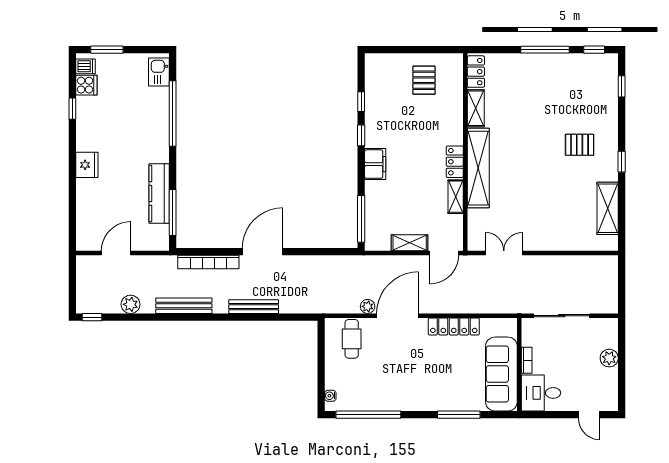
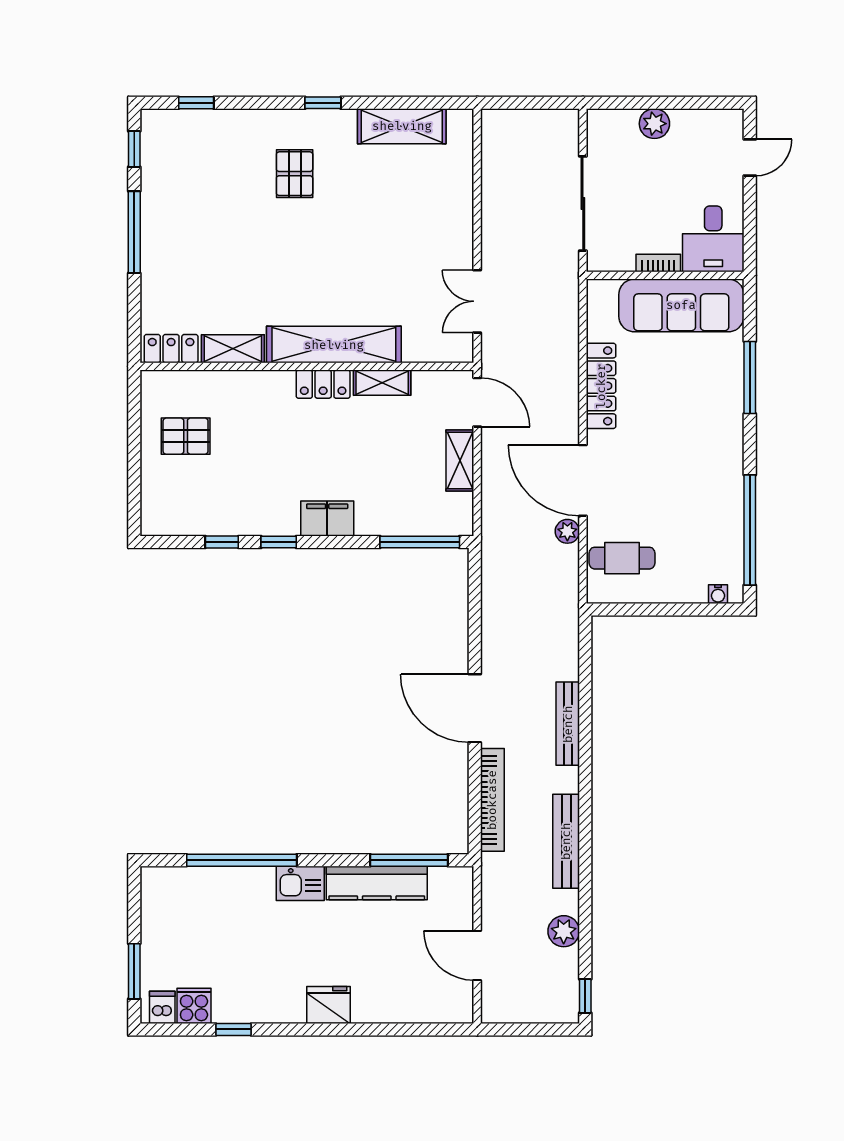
kitchen sink: (159, 72) -> (300, 883), moved

